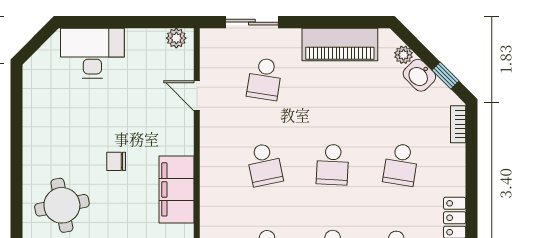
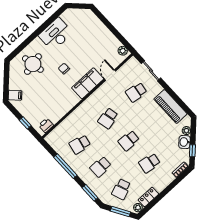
desk: (92, 53) -> (56, 34), moved, turned -90
filing cabinet: (177, 189) -> (88, 83), moved

